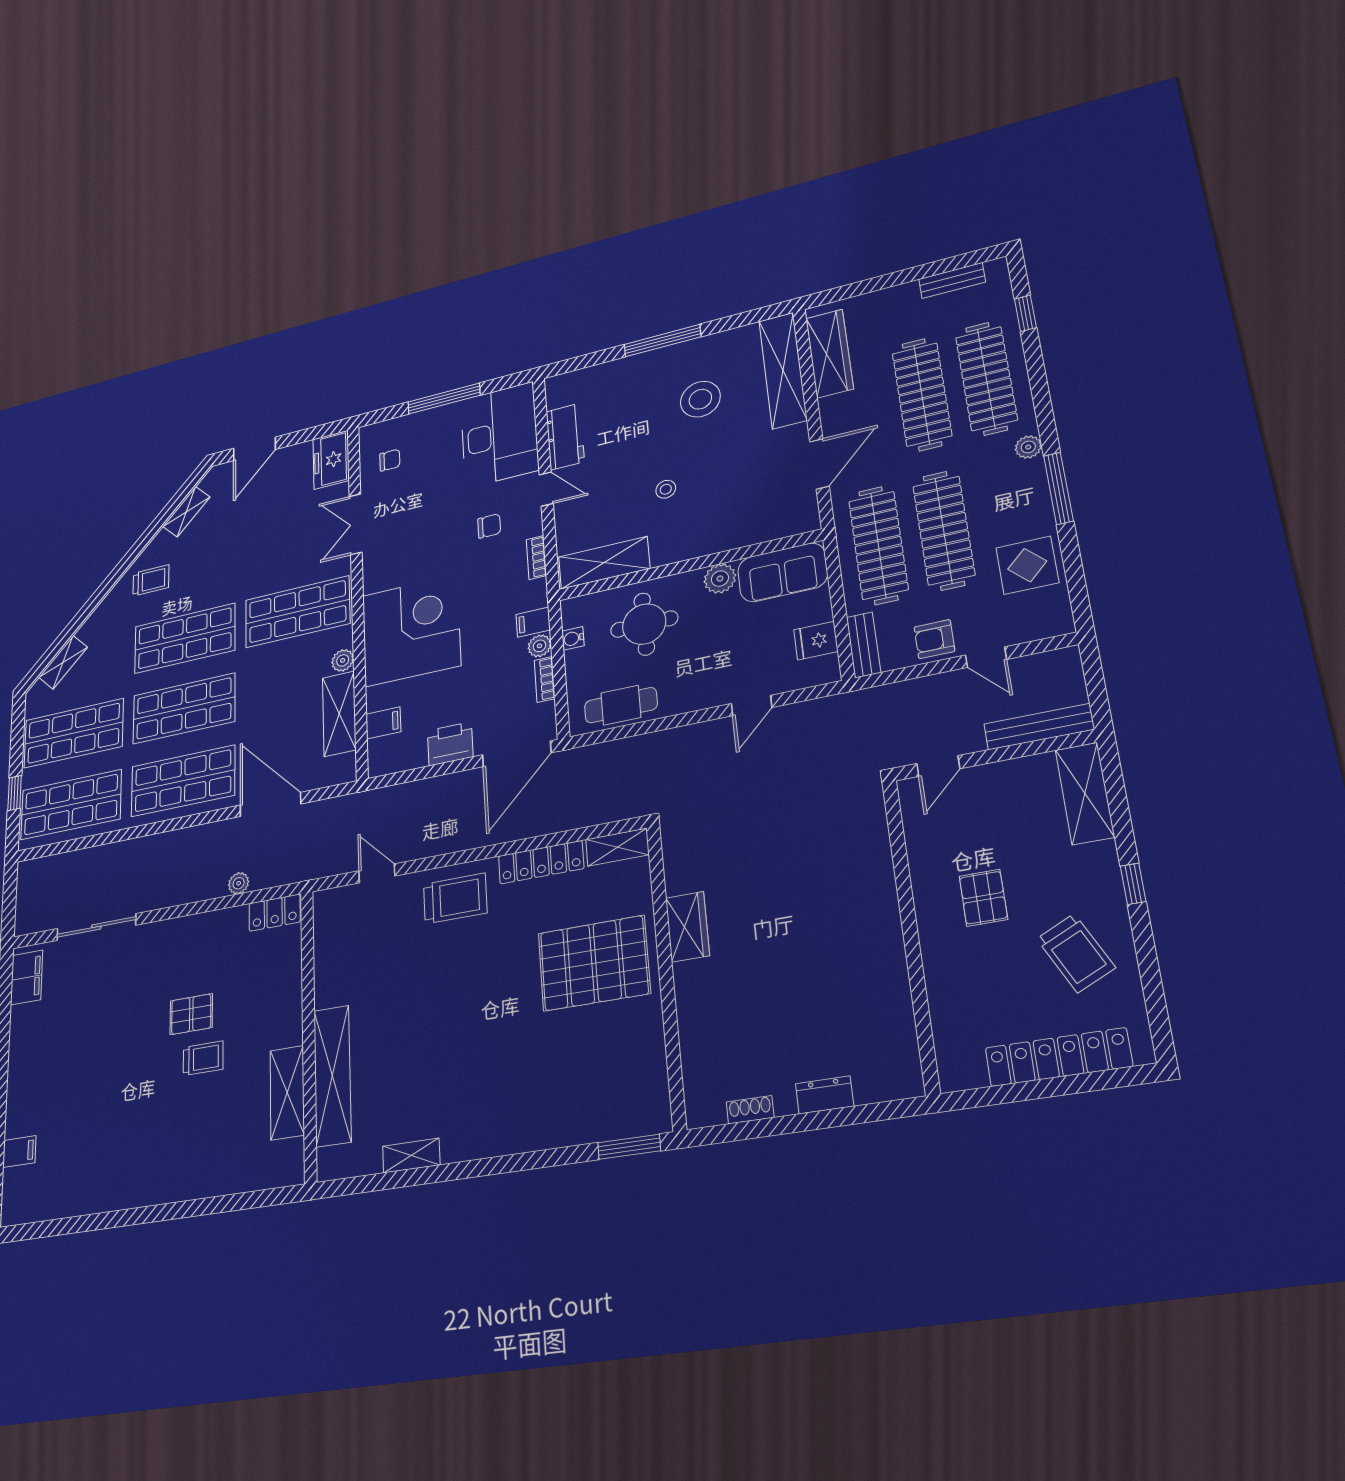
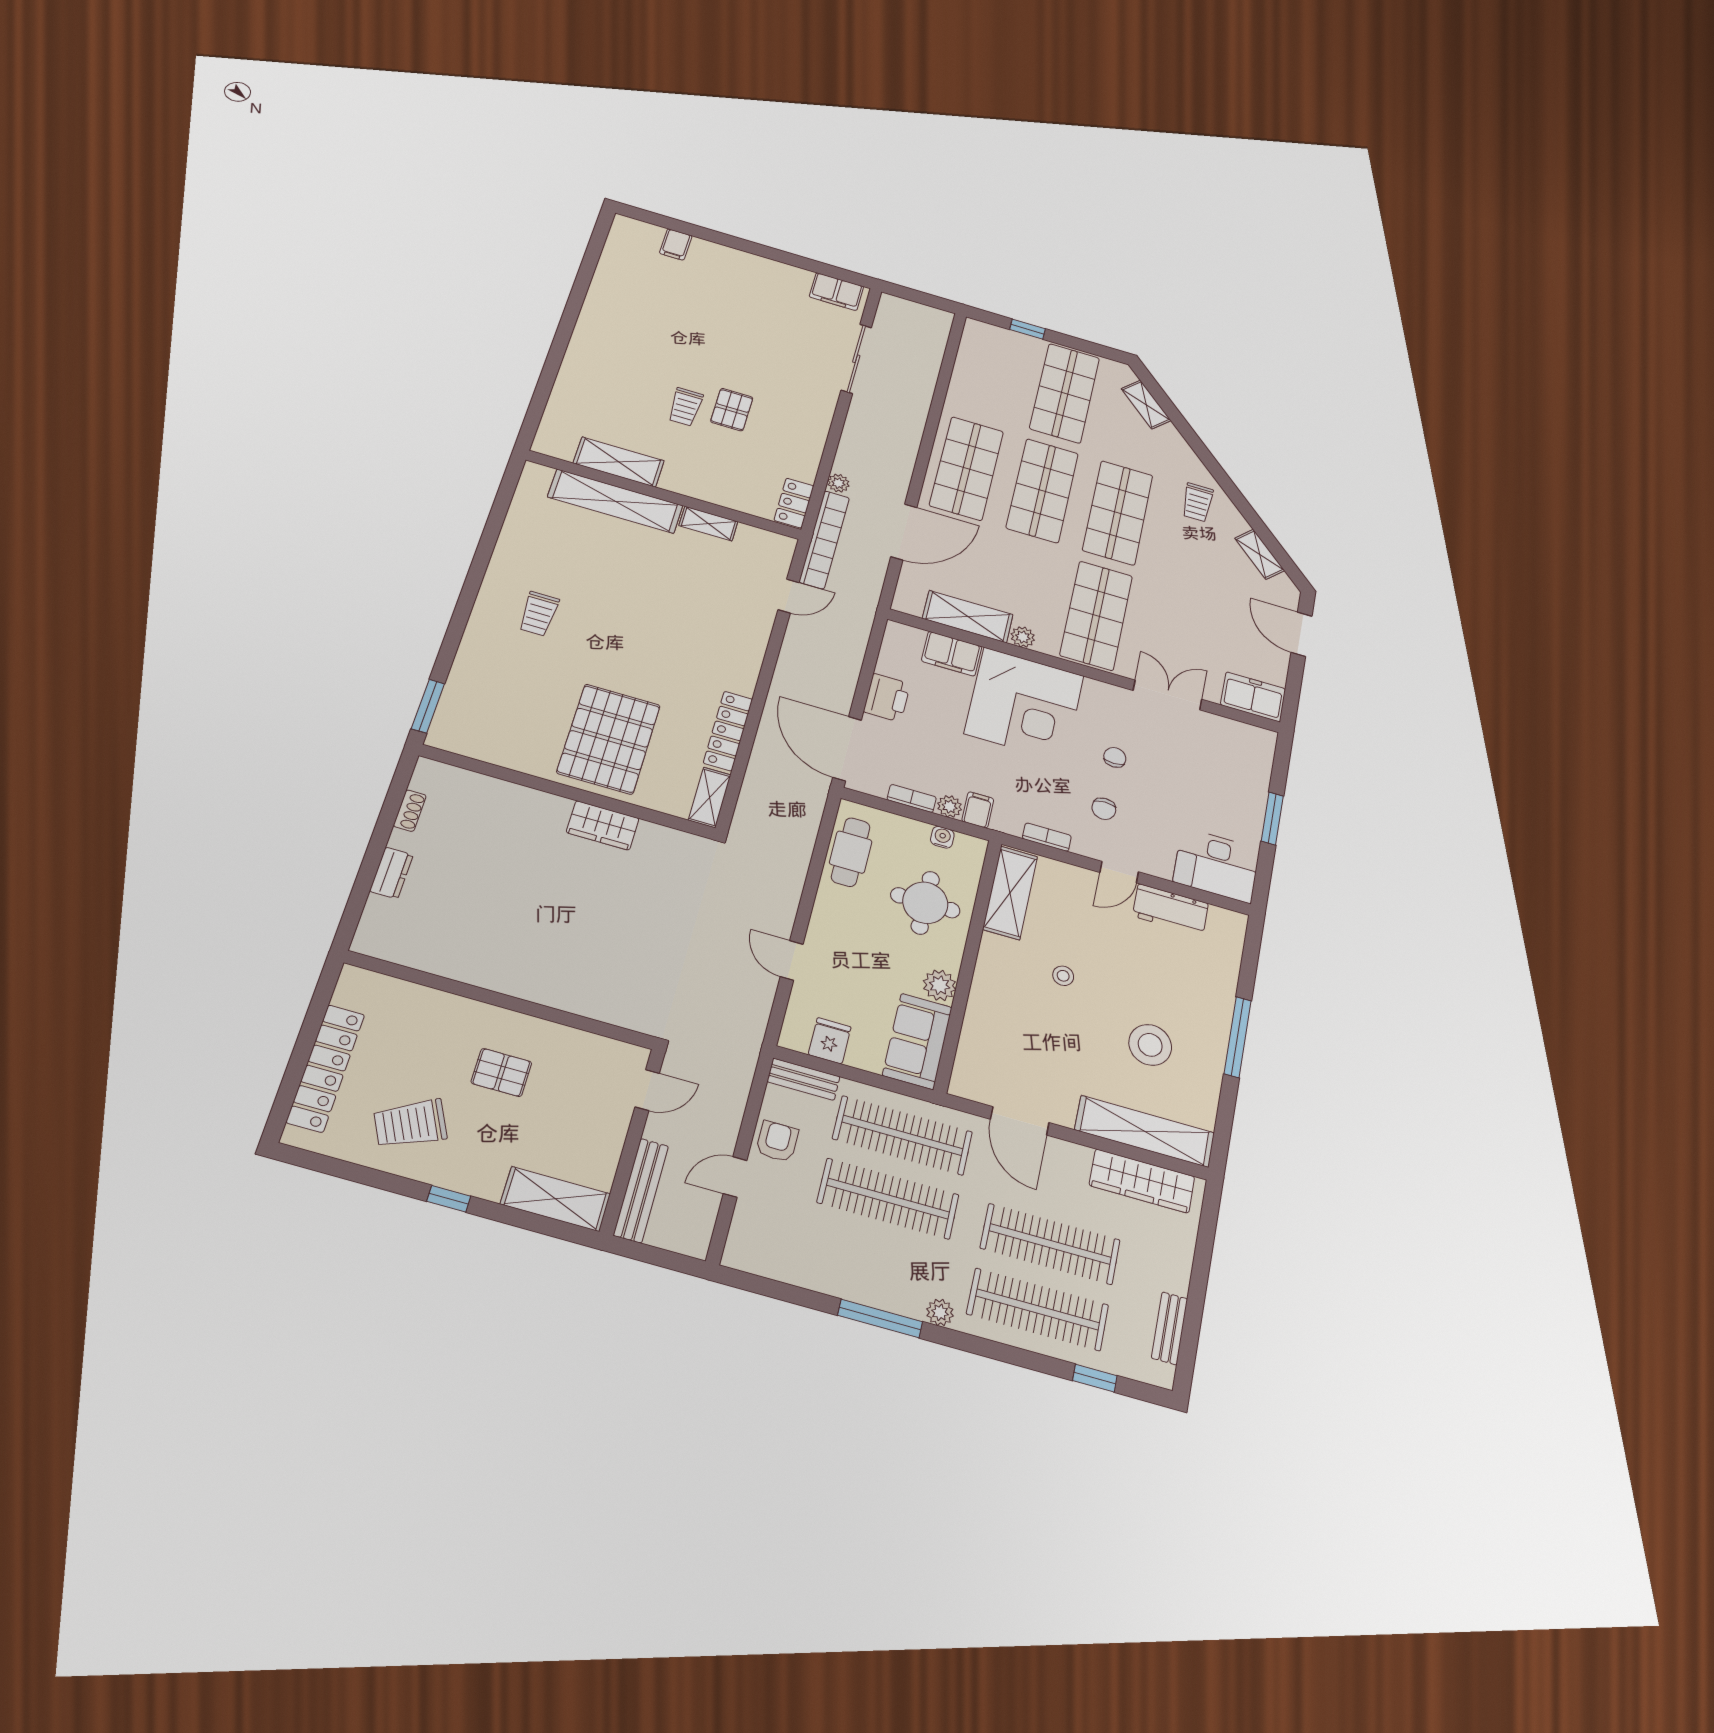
window: (444, 399) -> (1272, 818), width x0.69
desk: (499, 435) -> (1216, 865), width x0.73, depth x0.77
chair: (390, 460) -> (1115, 757), moved, turned 180
display table: (1027, 565) -> (812, 1254), removed
filing cabinet: (383, 723) -> (952, 654), width x2.00
door: (938, 766) -> (647, 1090), swing flipped
shop shelf: (71, 805) -> (991, 371), removed
bookcase: (304, 869) -> (824, 540), added
trolley: (455, 899) -> (539, 614), moved, width x0.73, depth x0.72
shelving: (411, 1156) -> (708, 524), moved, turned 90

